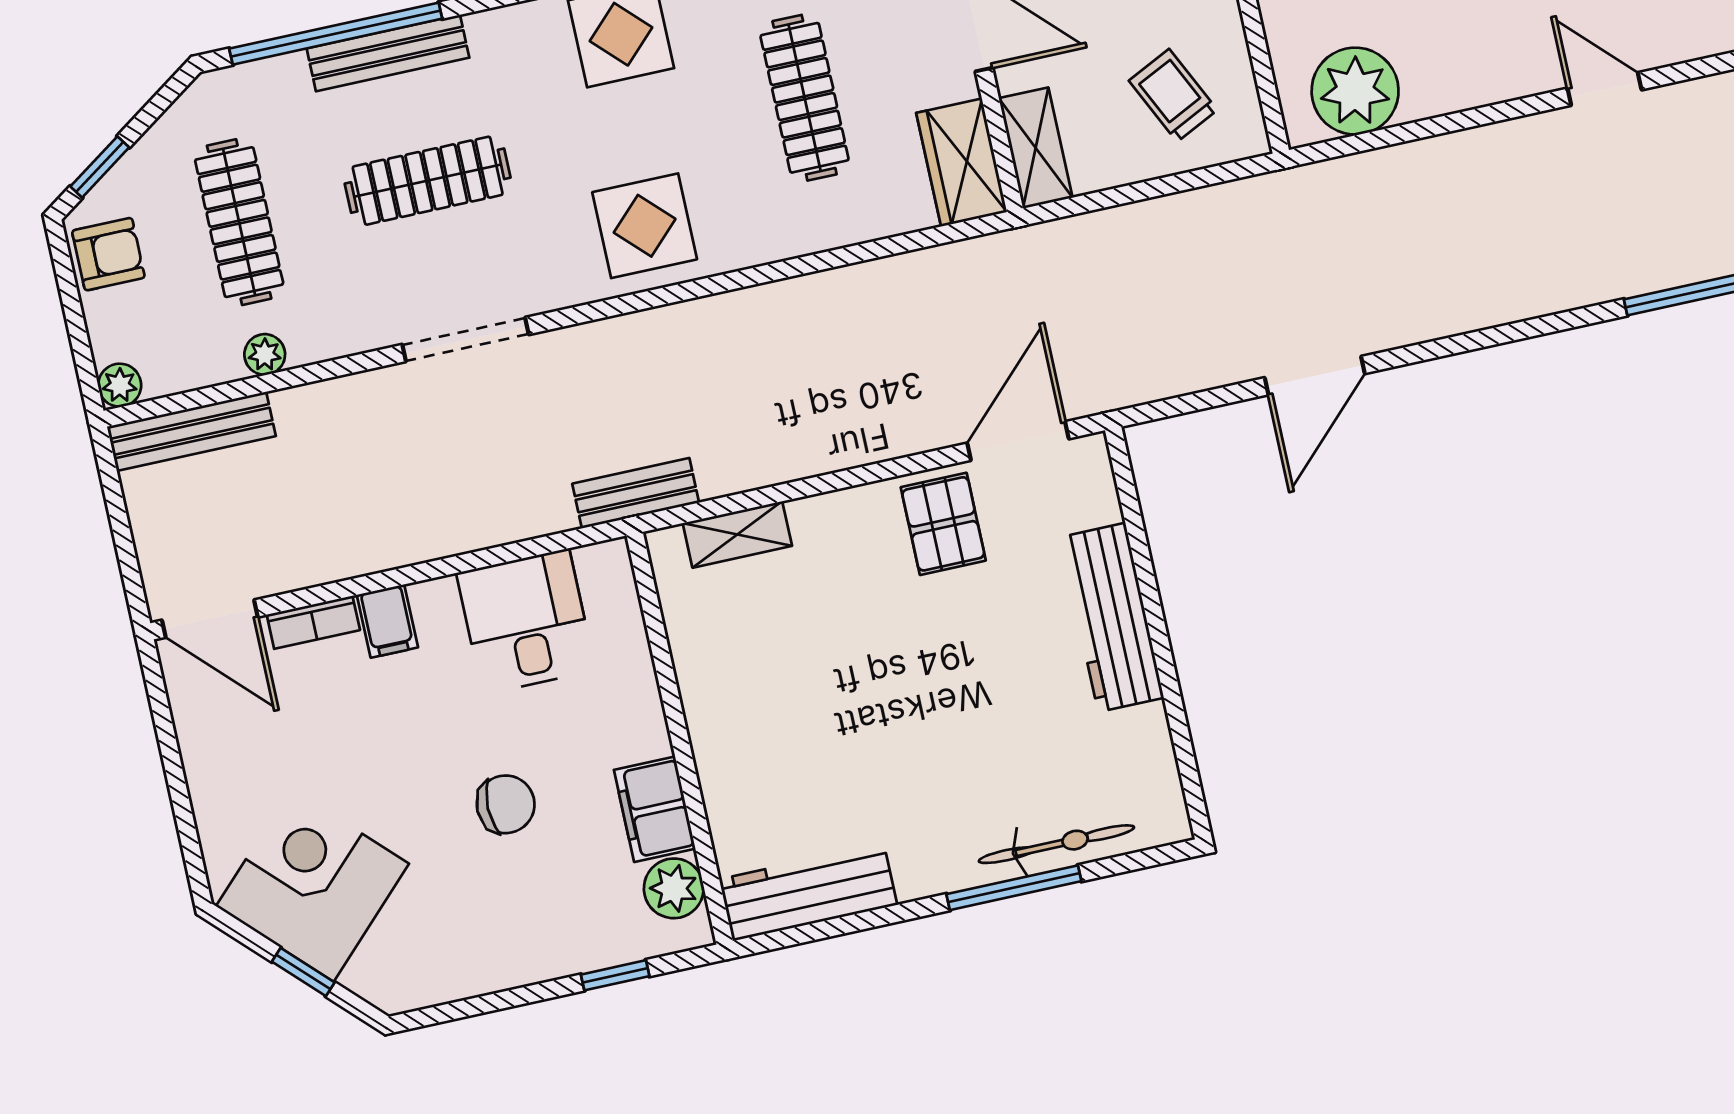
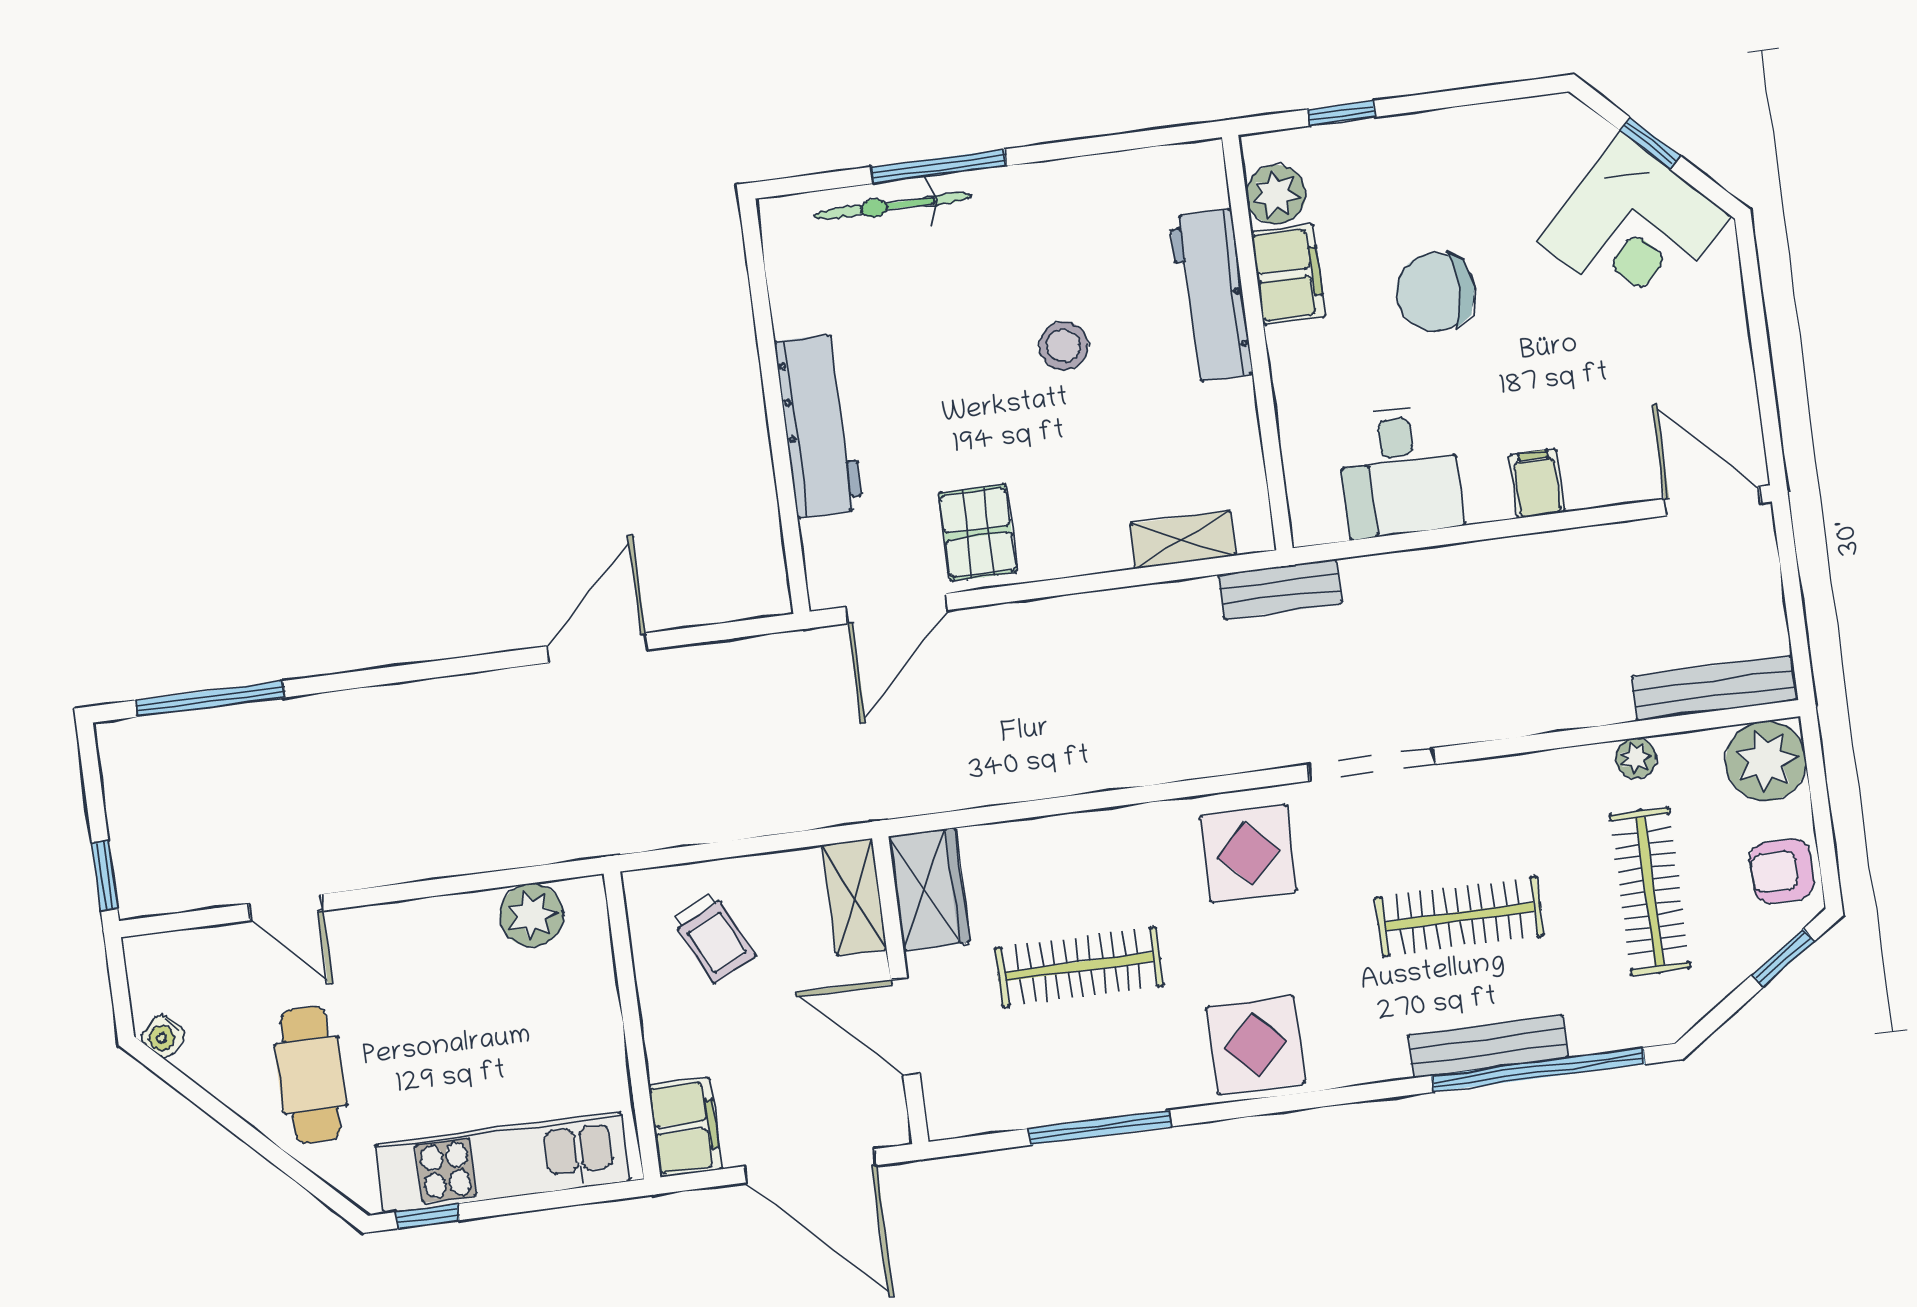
plant: (1355, 91) -> (532, 915), width x0.73, depth x0.73
clothes rail: (805, 98) -> (1079, 967), turned 90
doorway: (465, 340) -> (1372, 764), moved
plant: (120, 385) -> (1766, 761), width x1.87, depth x1.87
bookcase: (313, 622) -> (1610, 489), removed
stool: (873, 719) -> (1064, 346), added
chair: (506, 804) -> (1435, 292), width x1.37, depth x1.37
workbench: (808, 892) -> (1211, 296), moved, turned 90

